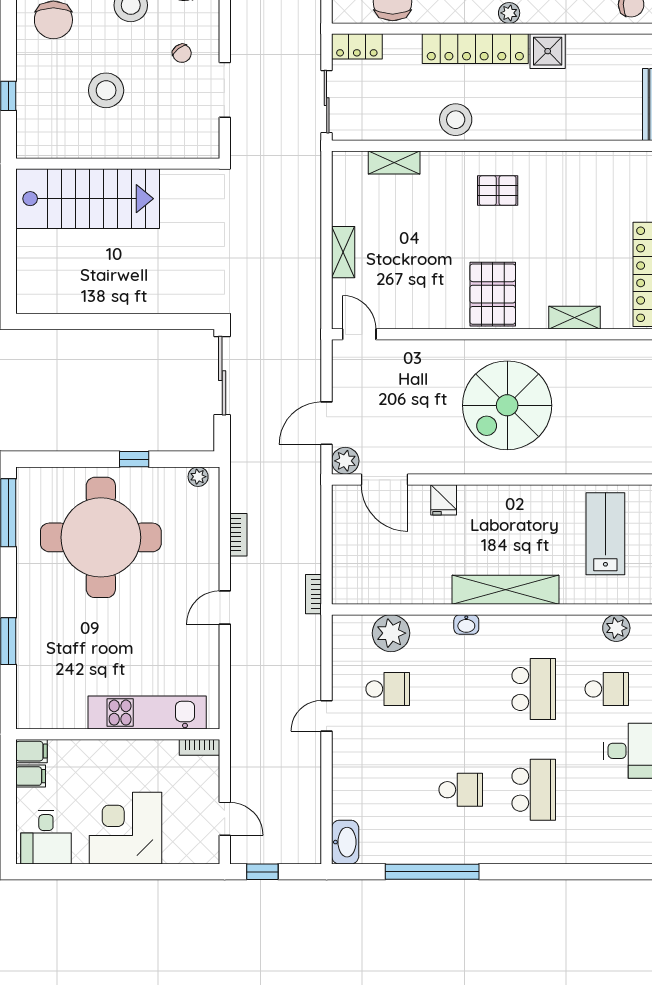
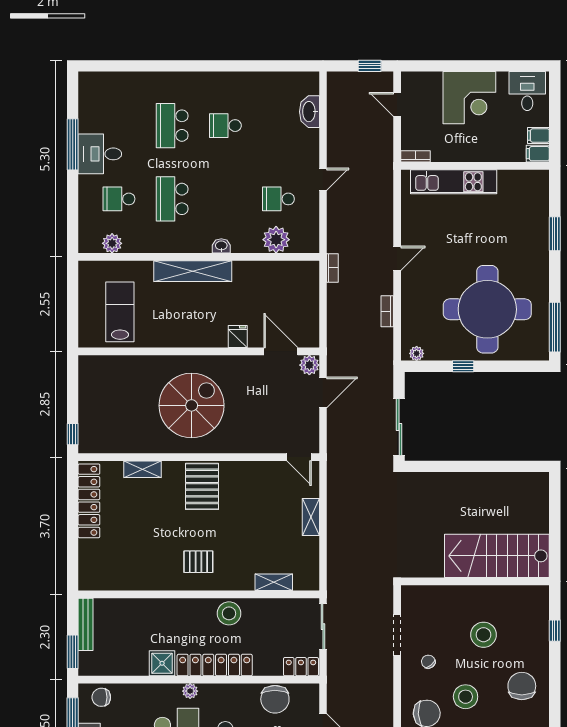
lab bench: (605, 534) -> (120, 312), turned 180
washbasin: (345, 842) -> (309, 112), moved
window: (432, 872) -> (246, 66), removed

